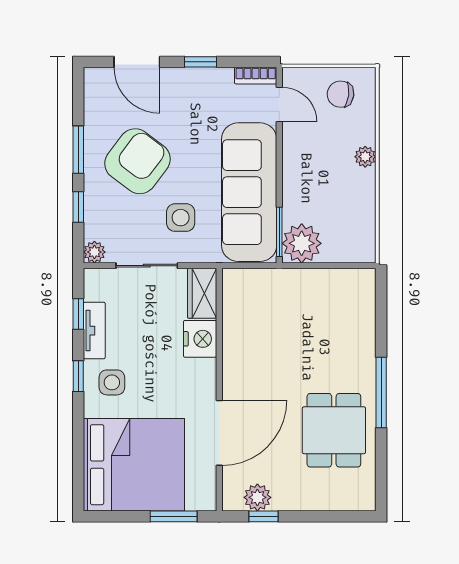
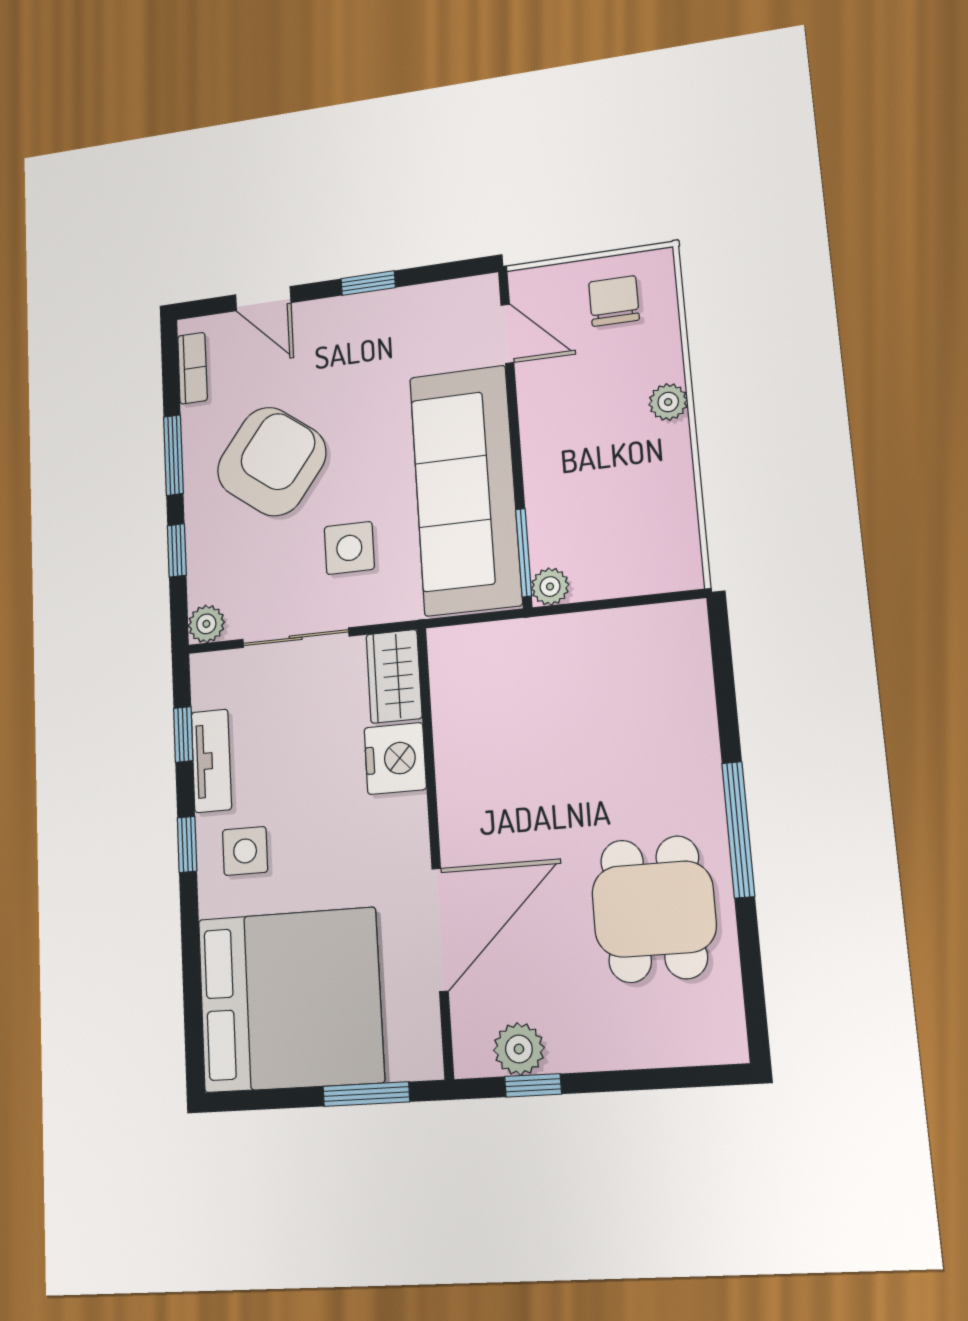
door: (137, 62) -> (263, 299), width x0.73
bookcase: (256, 76) -> (192, 368), moved, turned -90
chair: (341, 94) -> (614, 301), turned 83
plant: (302, 243) -> (550, 587), width x0.53, depth x0.53

